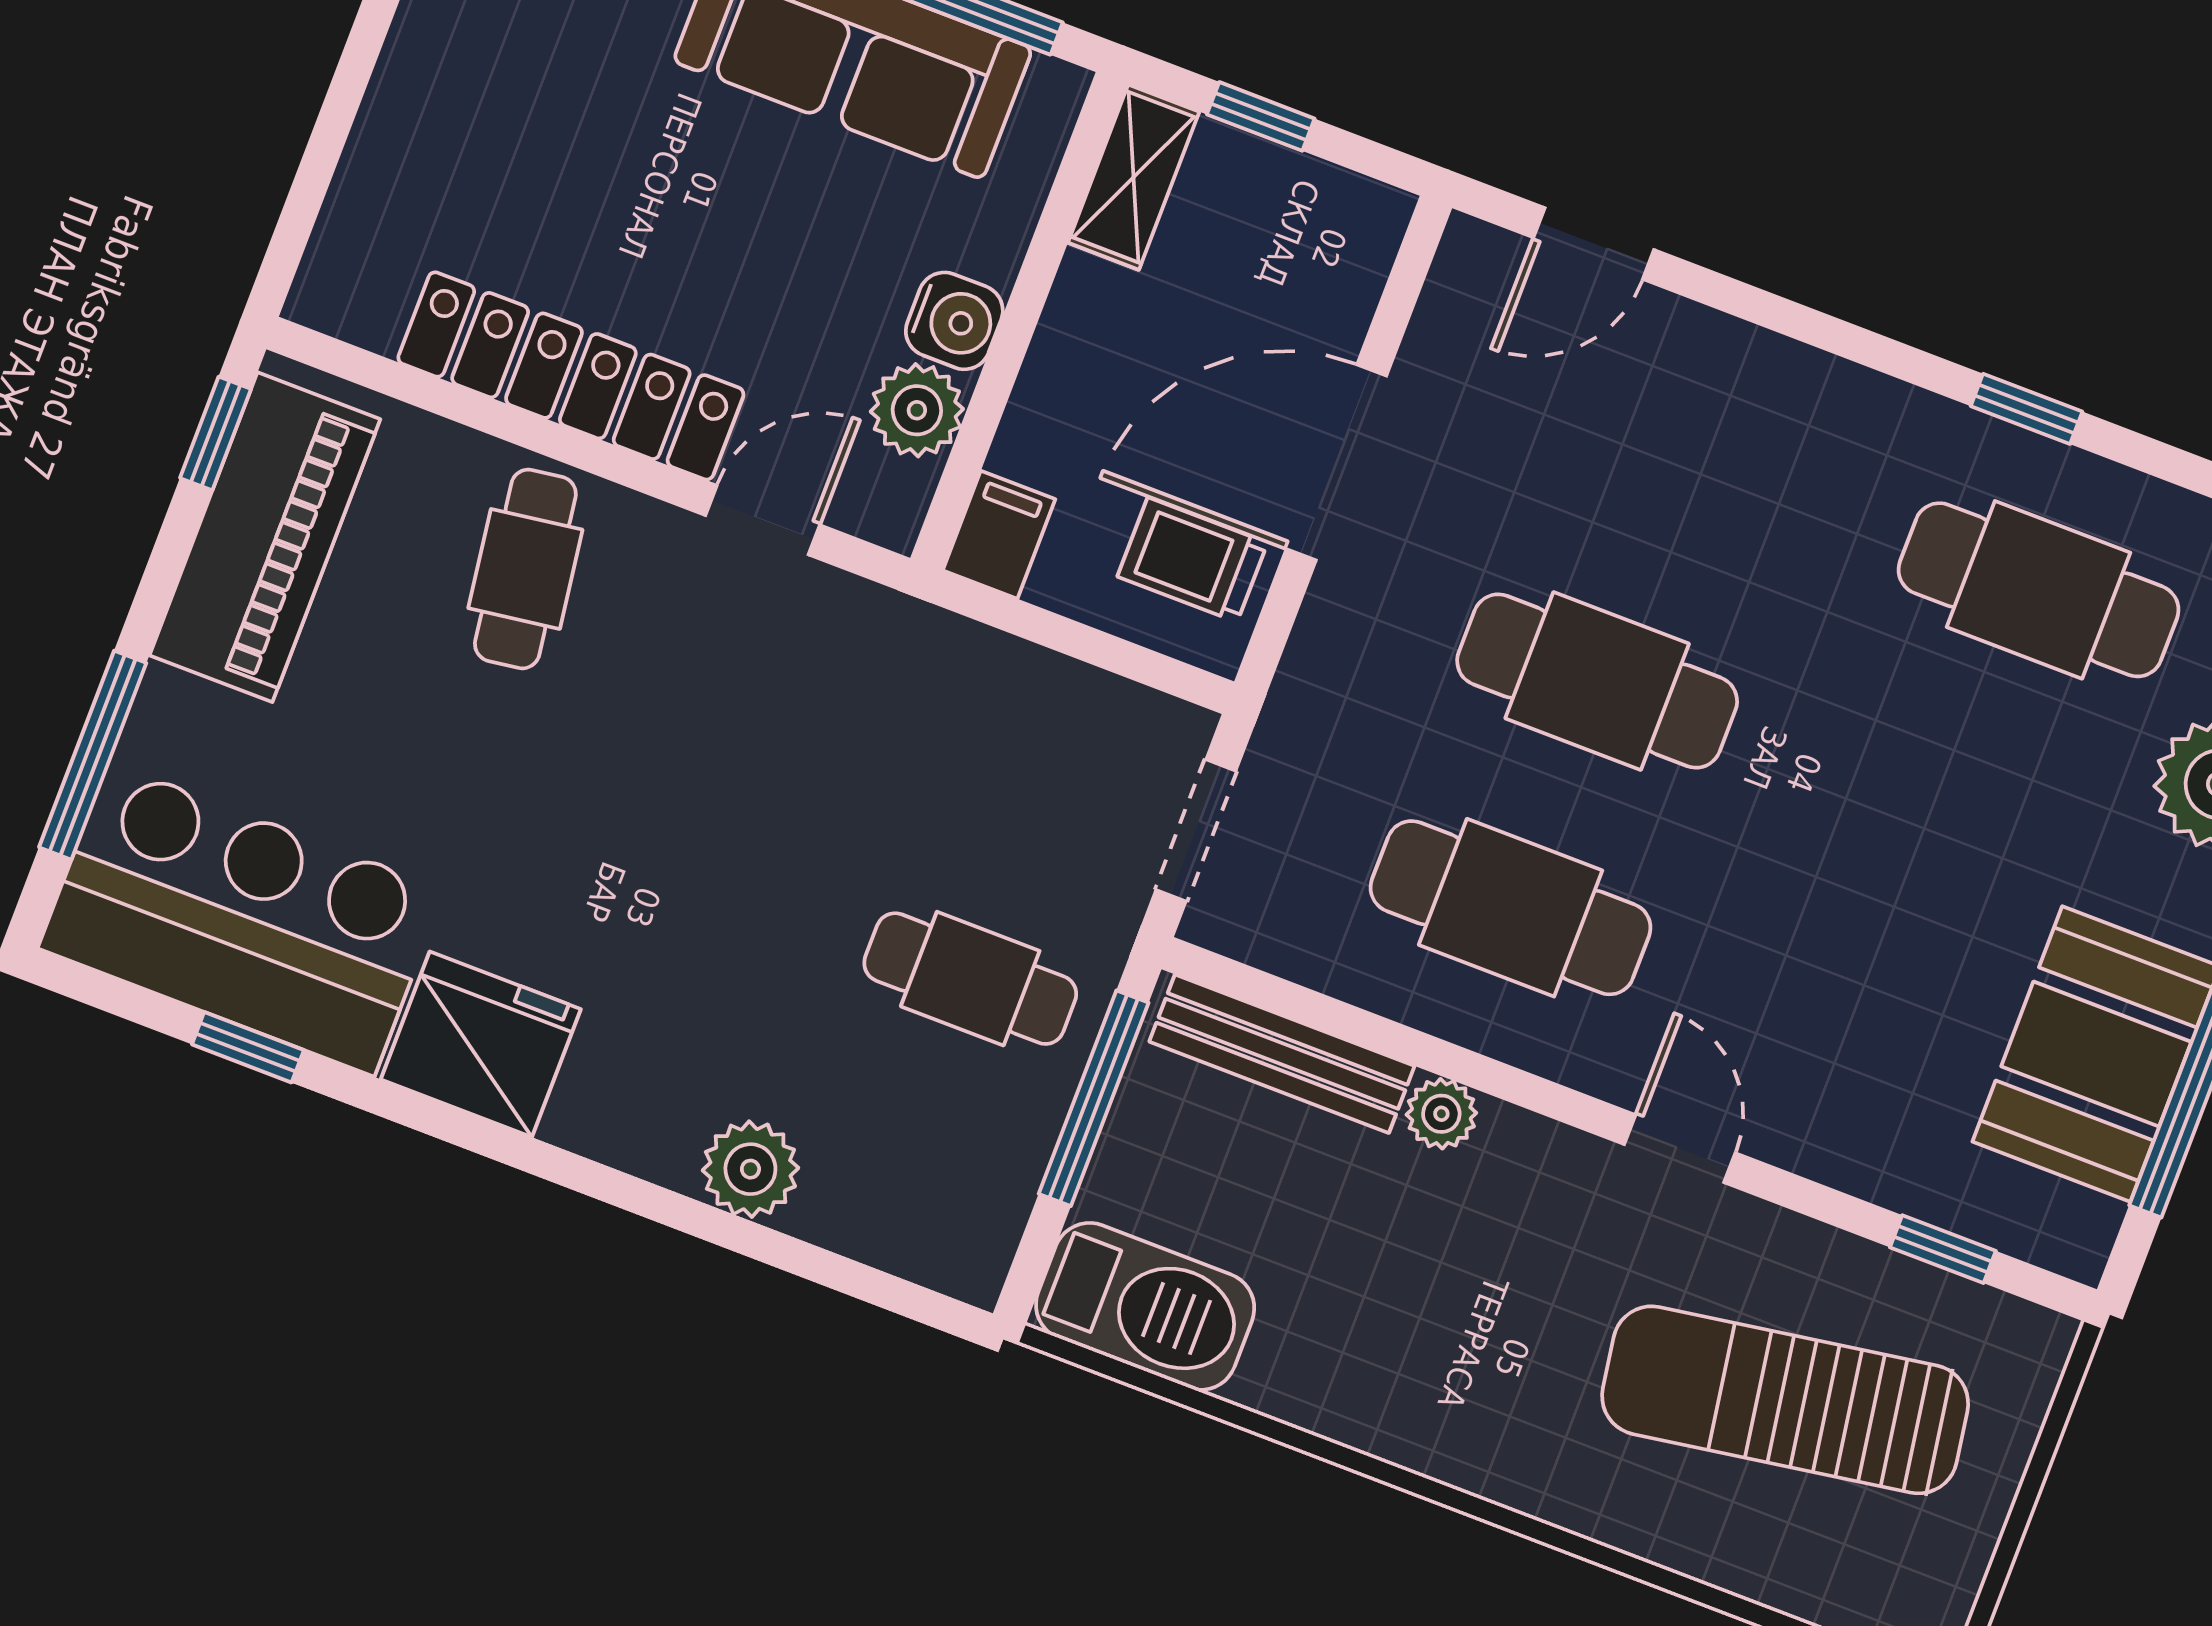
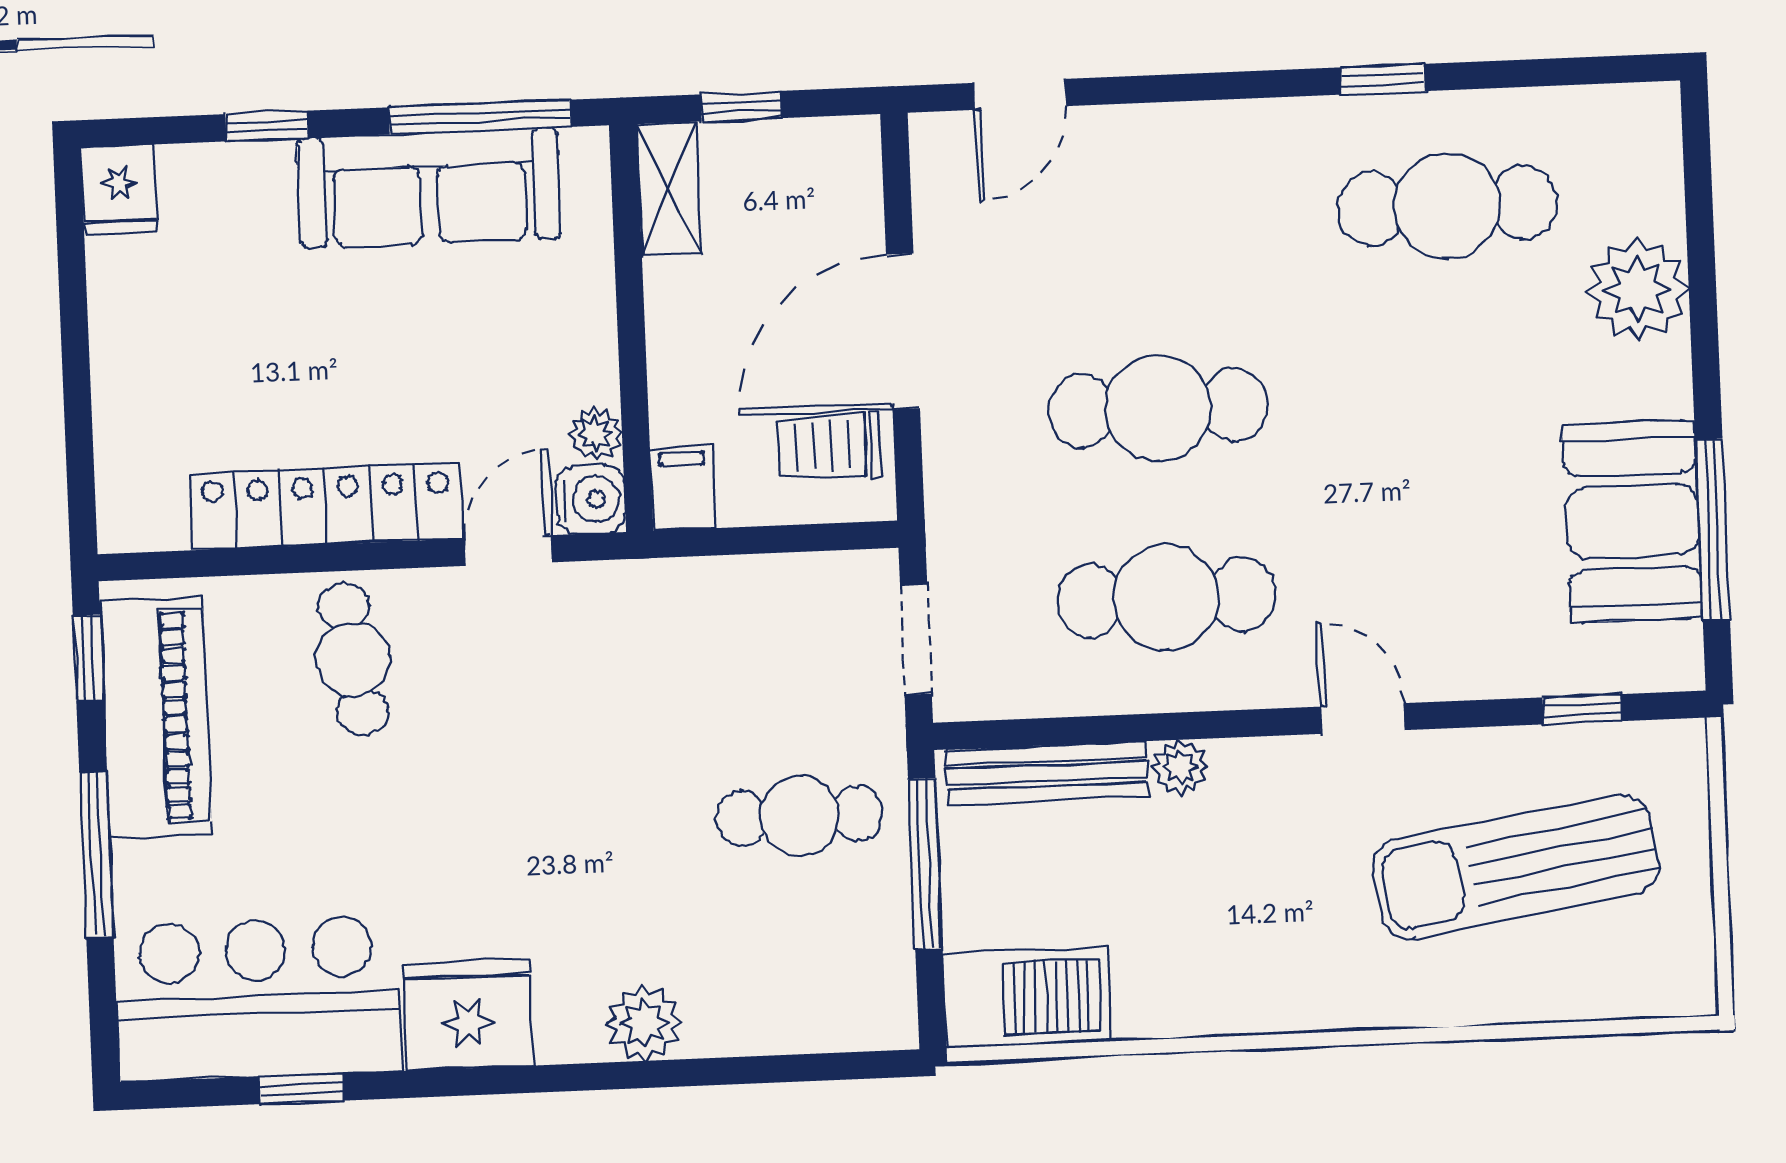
water cooler: (954, 321) -> (591, 499), moved
plant: (917, 410) -> (596, 433), width x0.73, depth x0.73
window: (93, 755) -> (96, 855), moved
plant: (750, 1169) -> (644, 1023), moved

